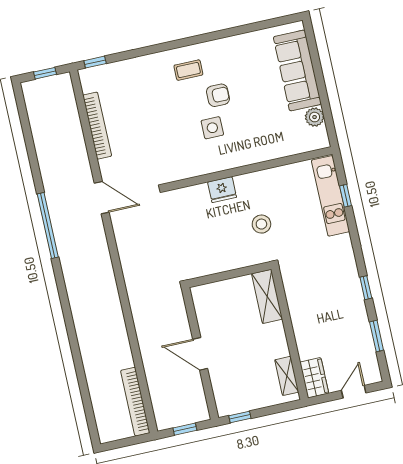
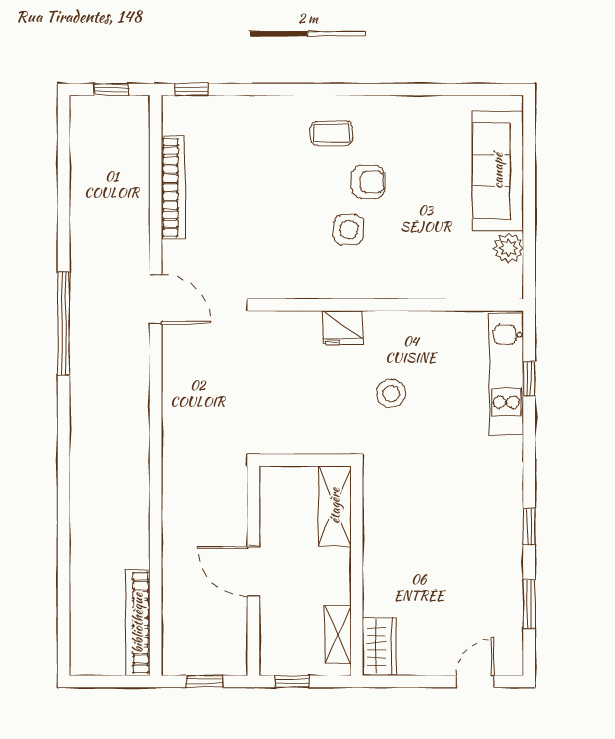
shelving: (267, 296) -> (335, 506), moved
wall: (290, 334) -> (357, 571), moved
shelving: (287, 376) -> (338, 634), moved
wardrobe: (314, 378) -> (379, 647), moved

